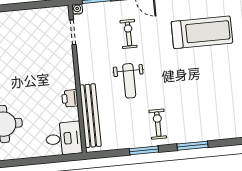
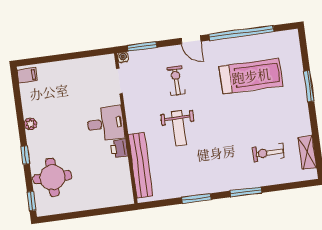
exercise bike: (158, 124) -> (268, 153), moved, turned -90
desk: (64, 139) -> (106, 124), moved

